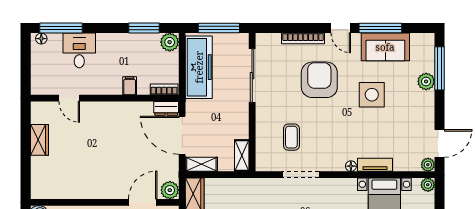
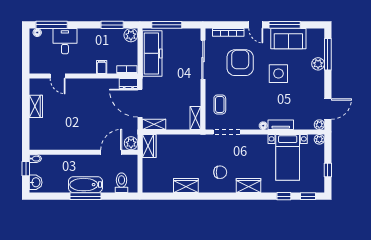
sliding door: (252, 76) -> (203, 60), moved
wall: (252, 102) -> (203, 79), moved
shelving: (242, 156) -> (195, 118), moved

